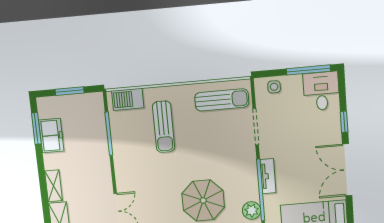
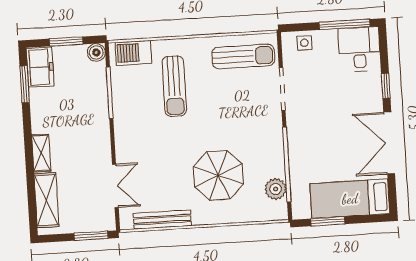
boiler: (96, 100) -> (96, 52), added
freezer: (51, 136) -> (40, 67), moved
tv unit: (268, 176) -> (296, 148), removed

